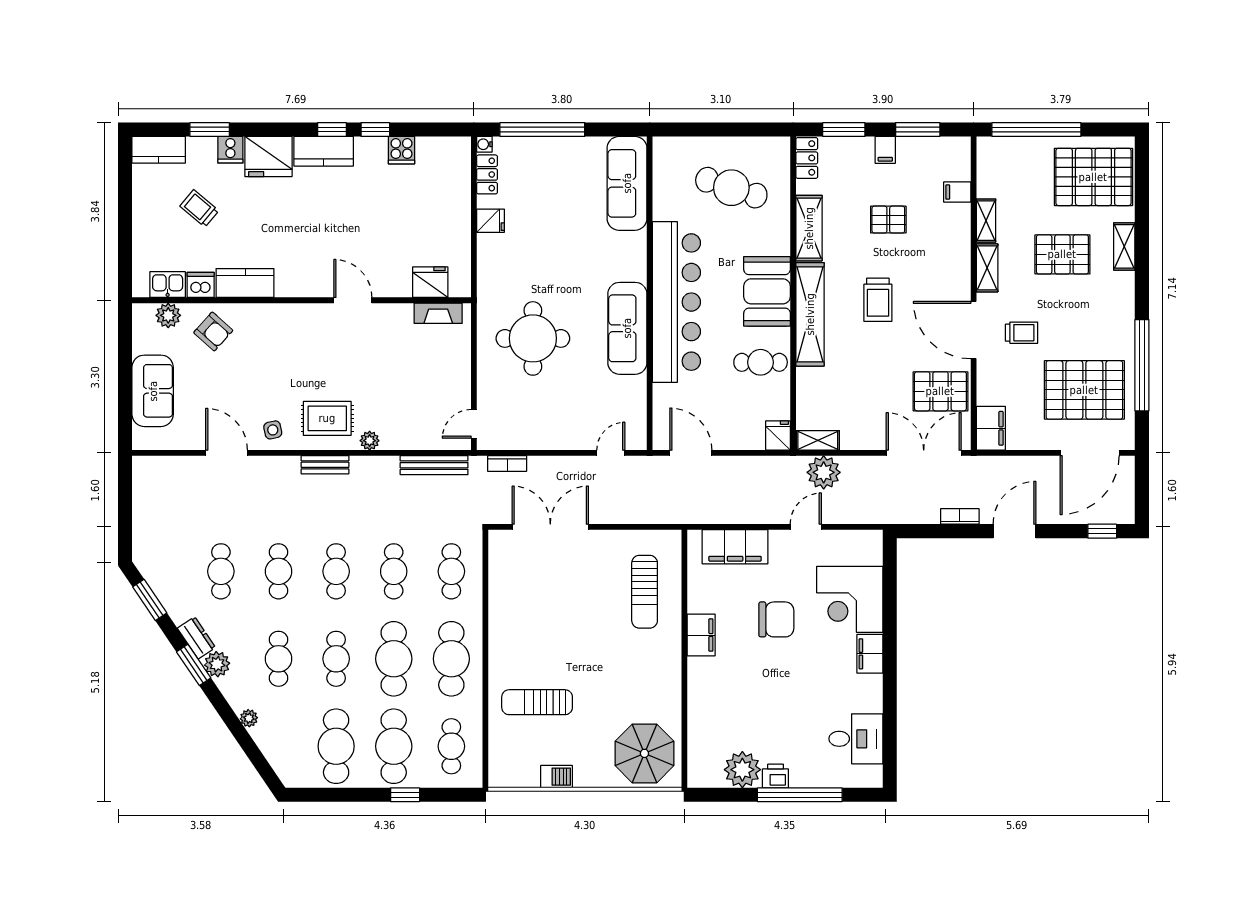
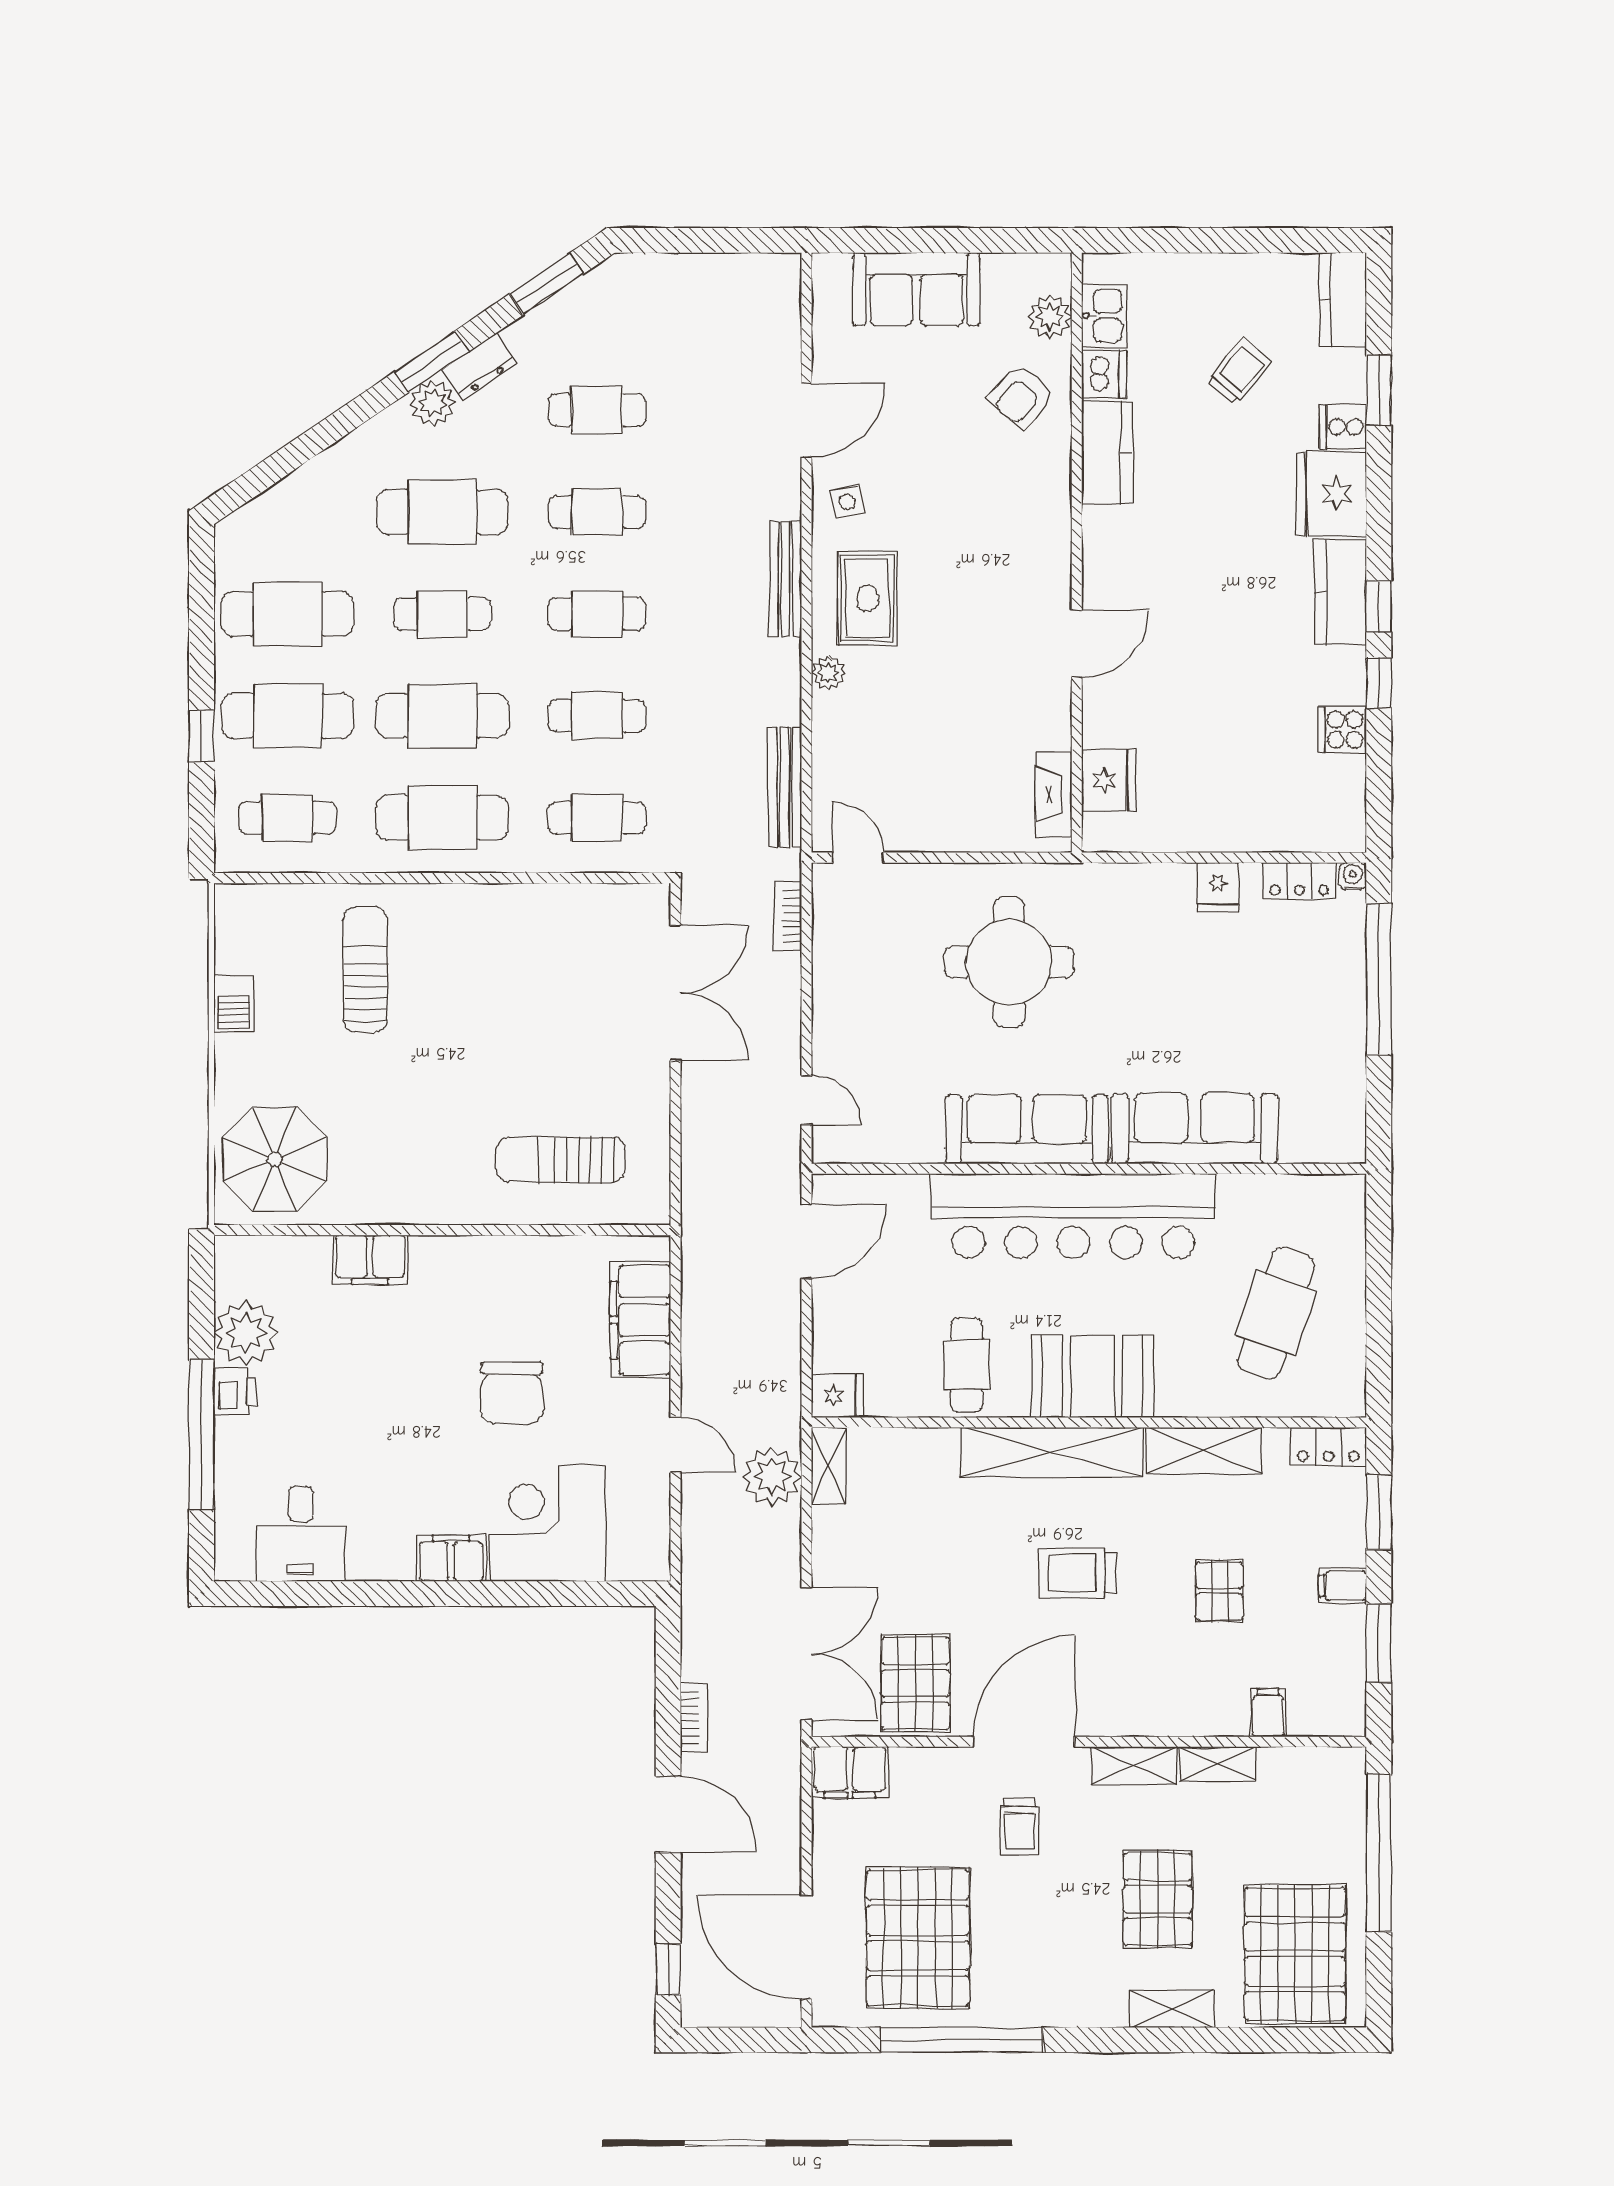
sofa: (627, 183) -> (1195, 1129), moved
bench: (325, 465) -> (785, 579), width x1.36
filing cabinet: (701, 635) -> (370, 1260), moved
cafe table: (279, 659) -> (442, 512), width x1.37, depth x1.35
plant: (249, 718) -> (337, 459), removed

